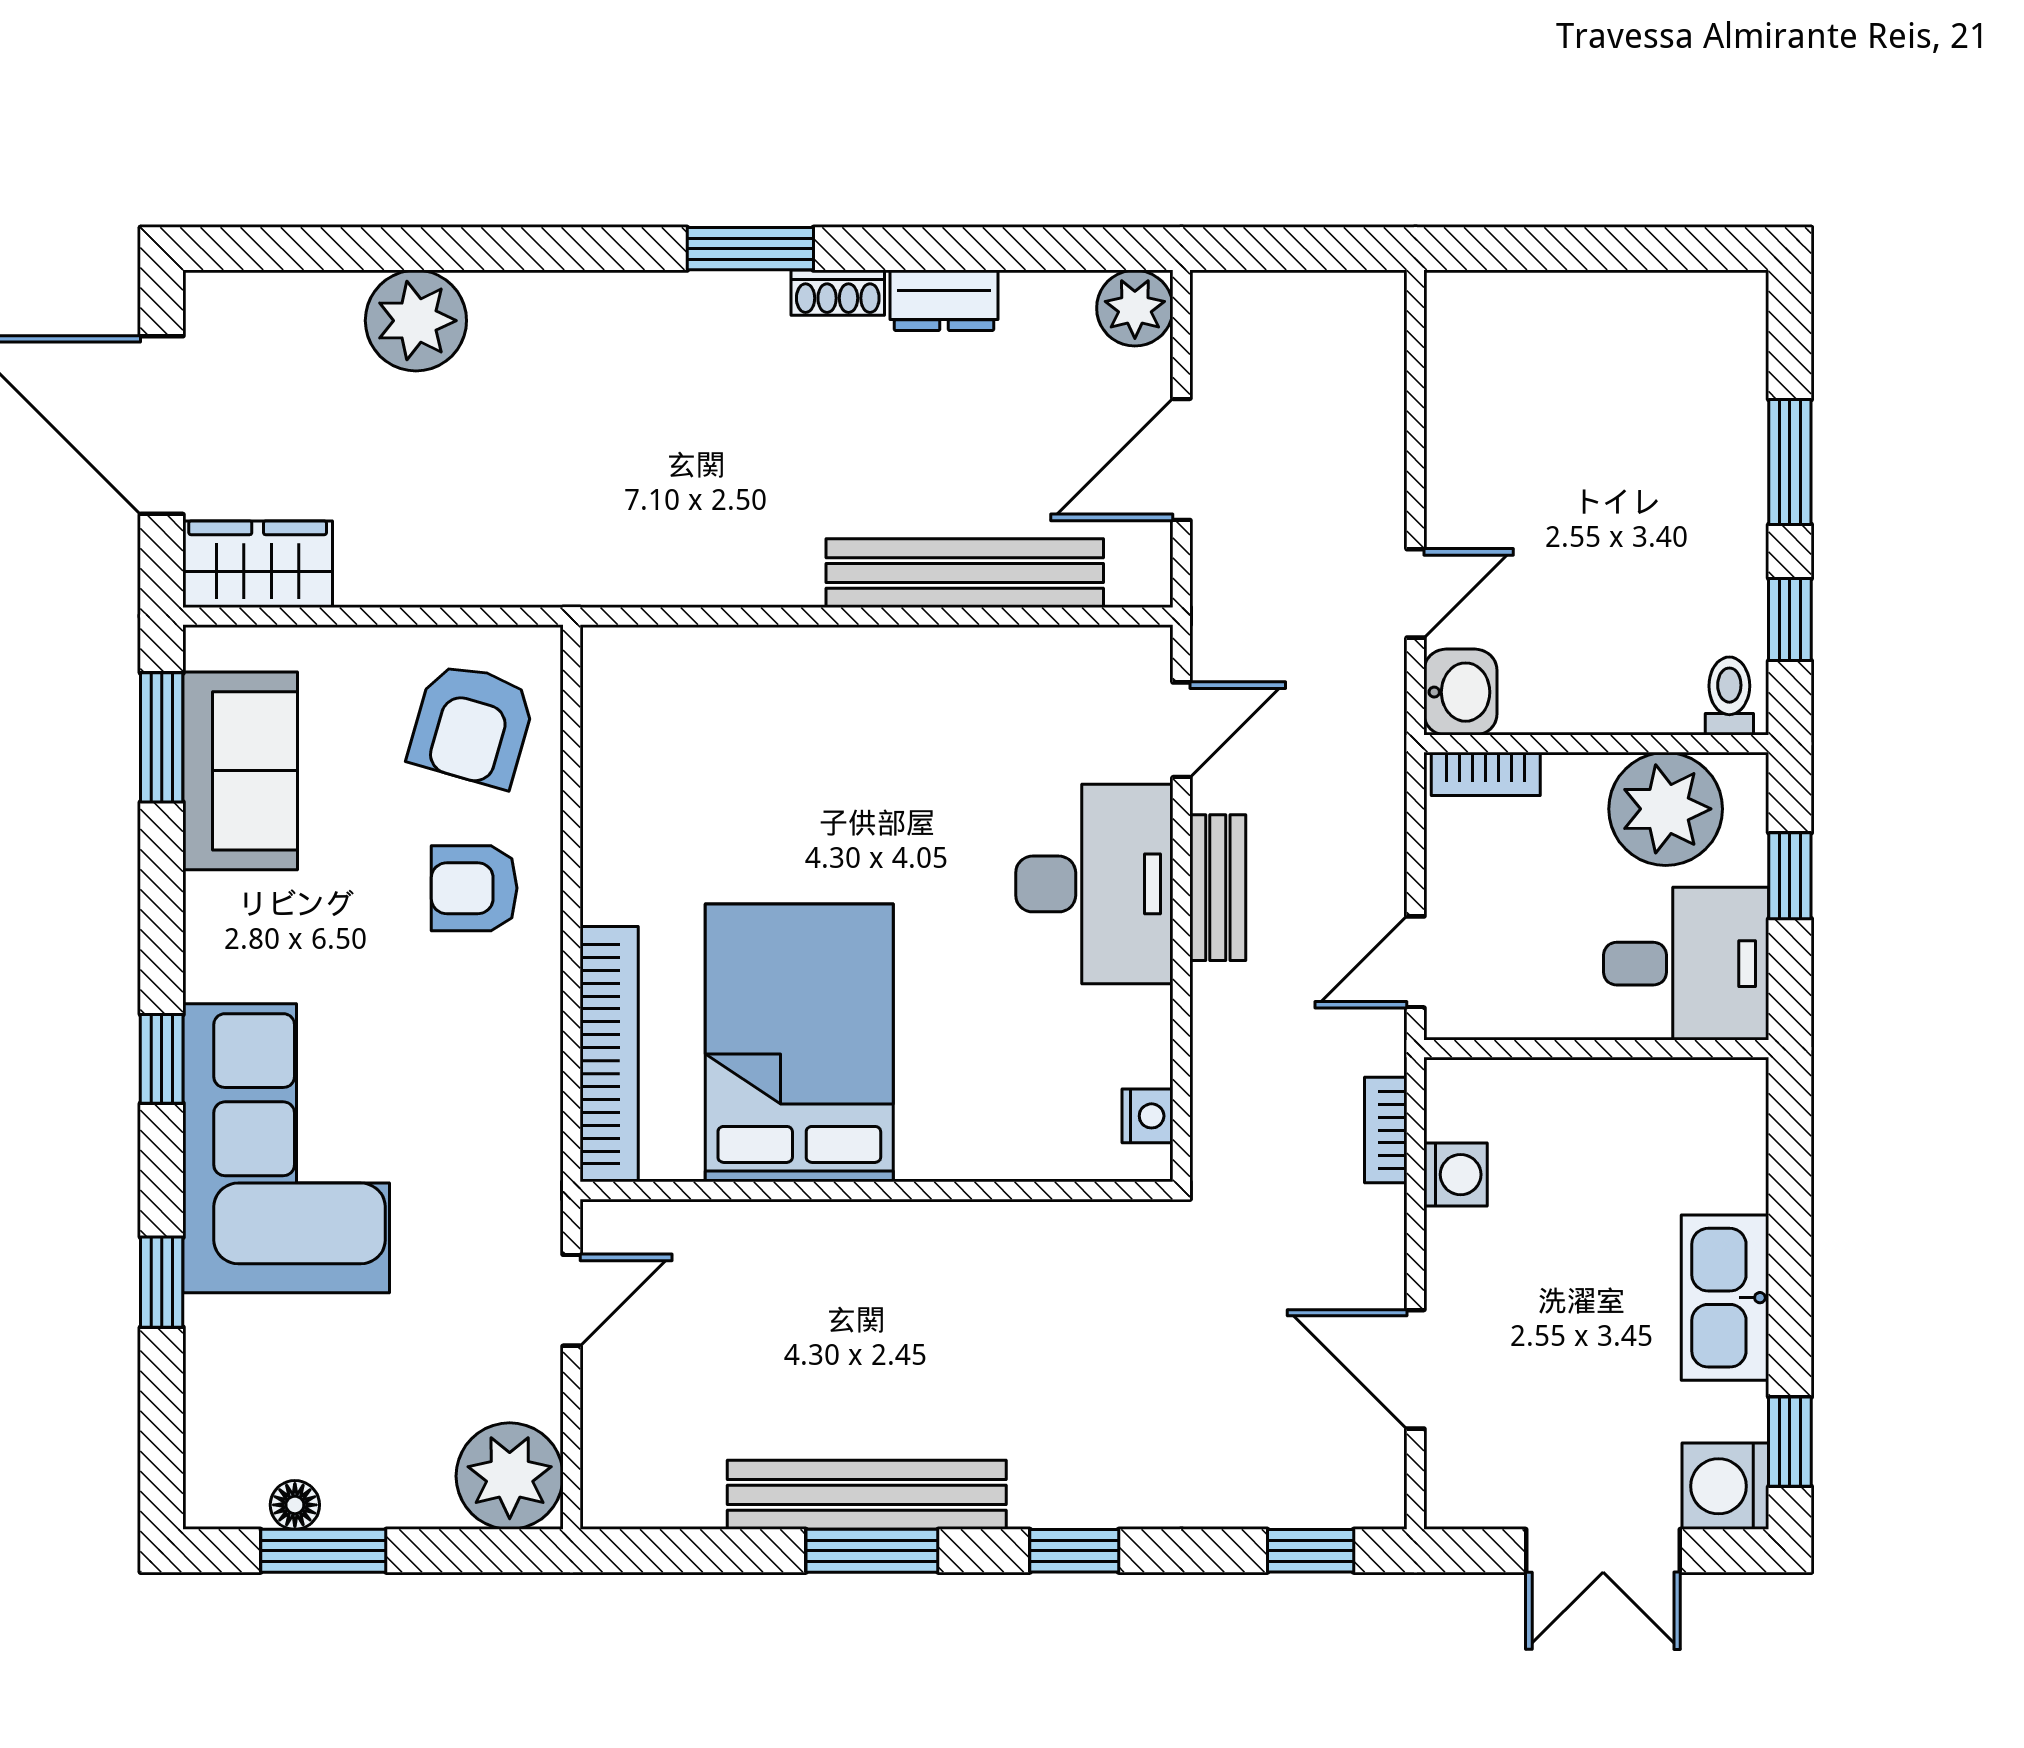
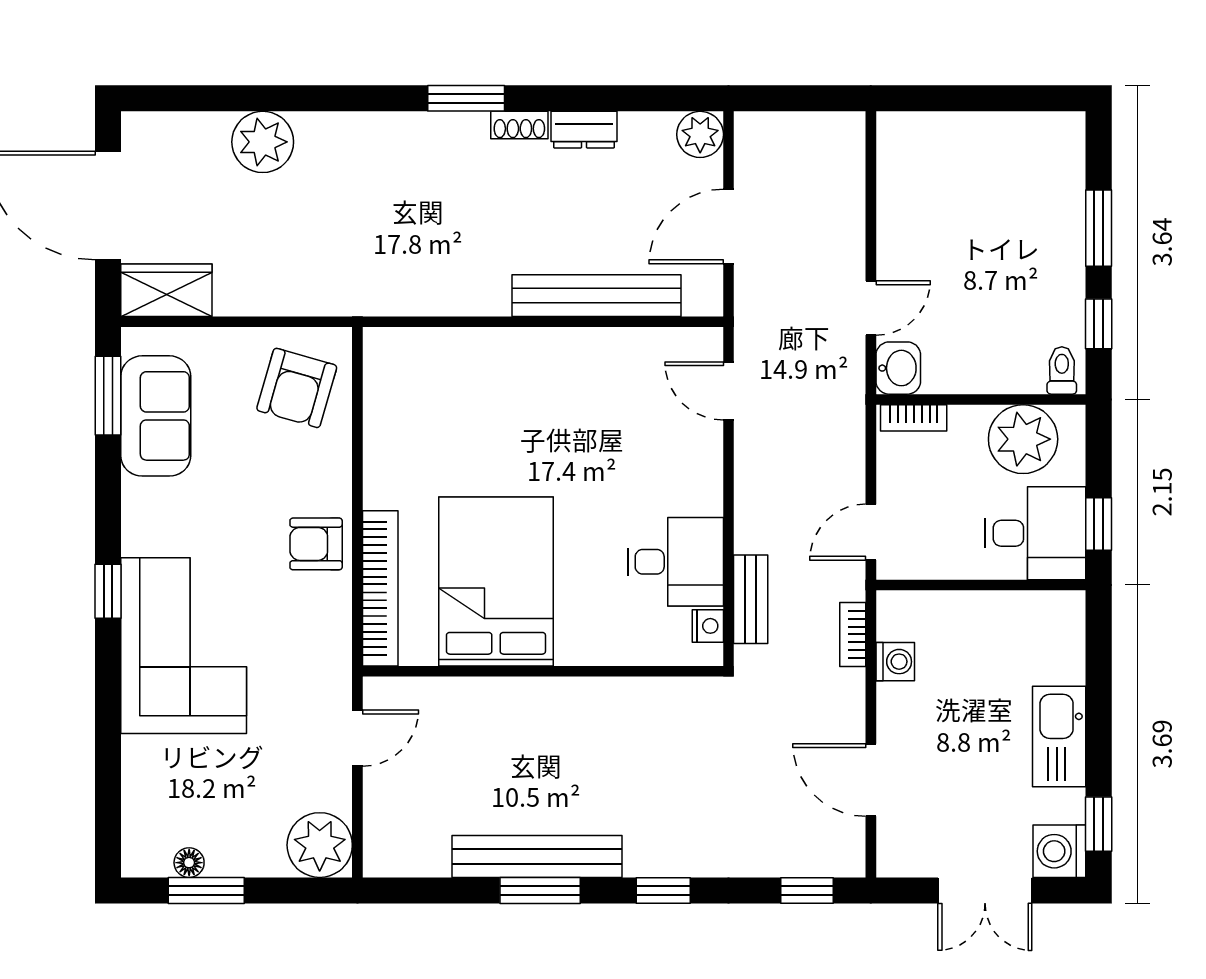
door: (1181, 730) -> (728, 391), swing flipped
window: (1790, 876) -> (1099, 524), moved
desk: (1094, 884) -> (676, 562), moved, width x0.73
armchair: (474, 888) -> (316, 544), moved
bench: (1218, 888) -> (751, 599), moved
window: (162, 1282) -> (108, 727), removed

